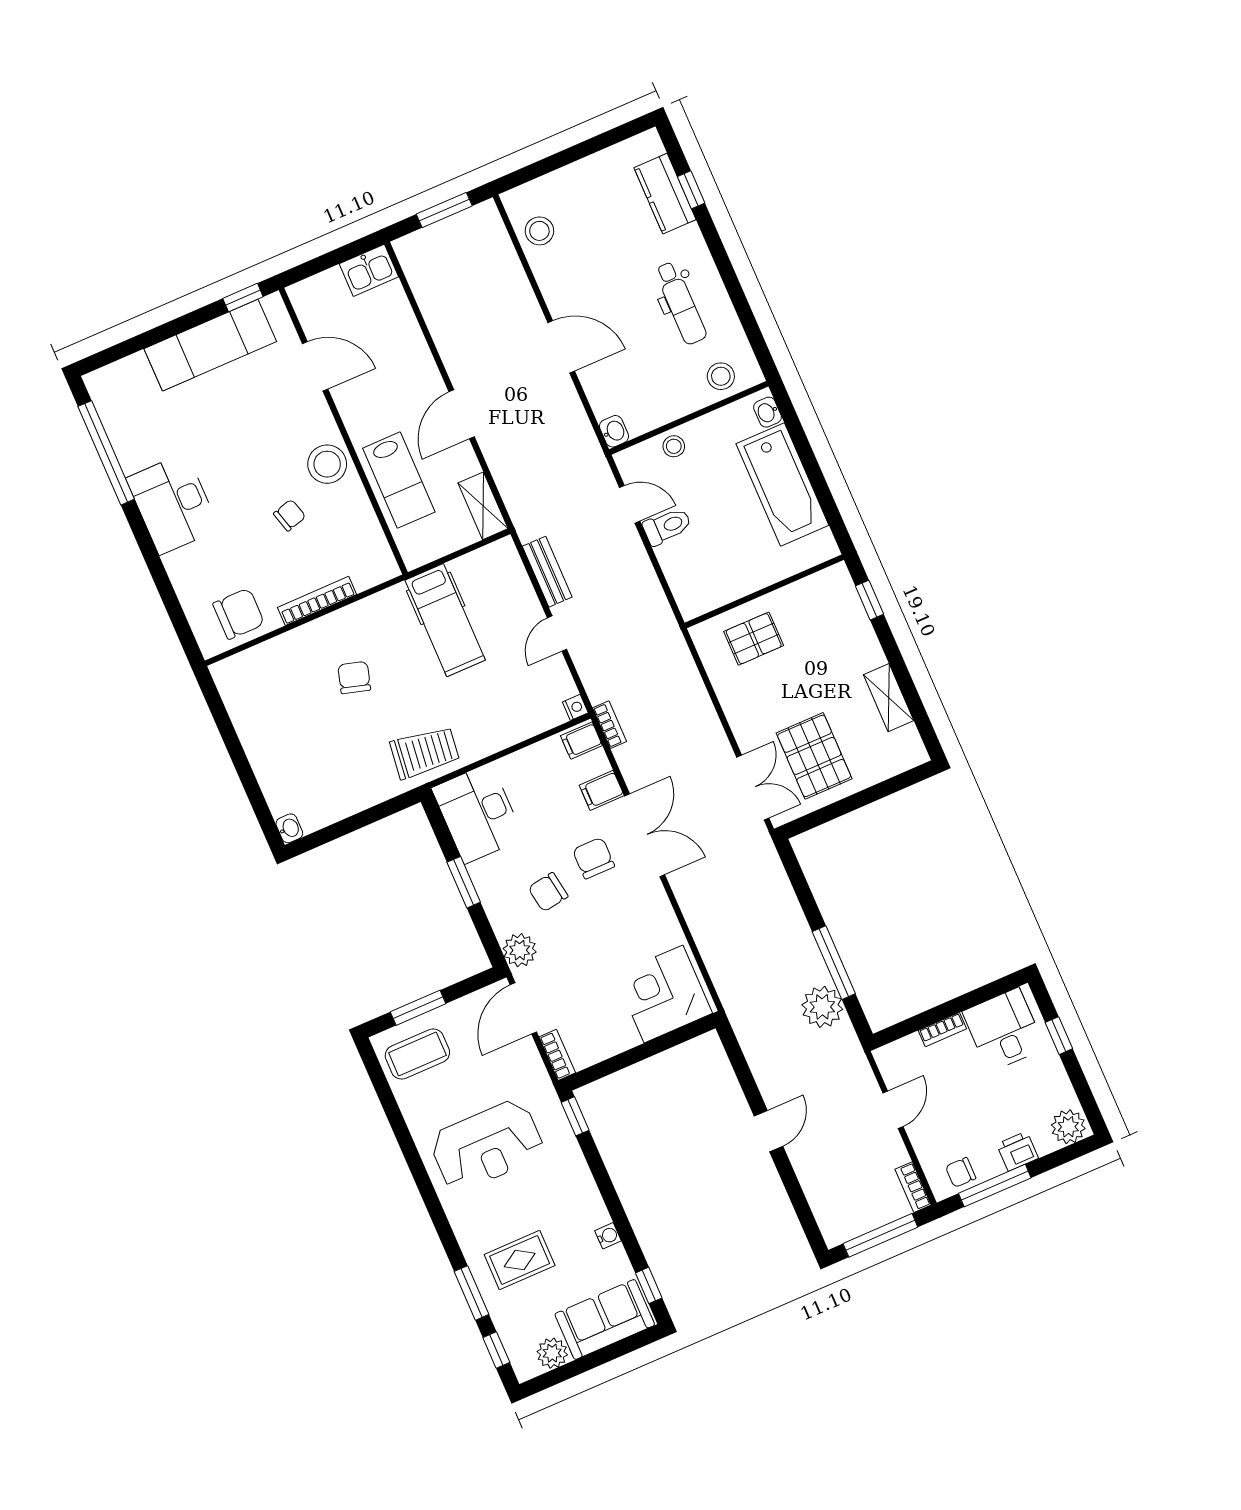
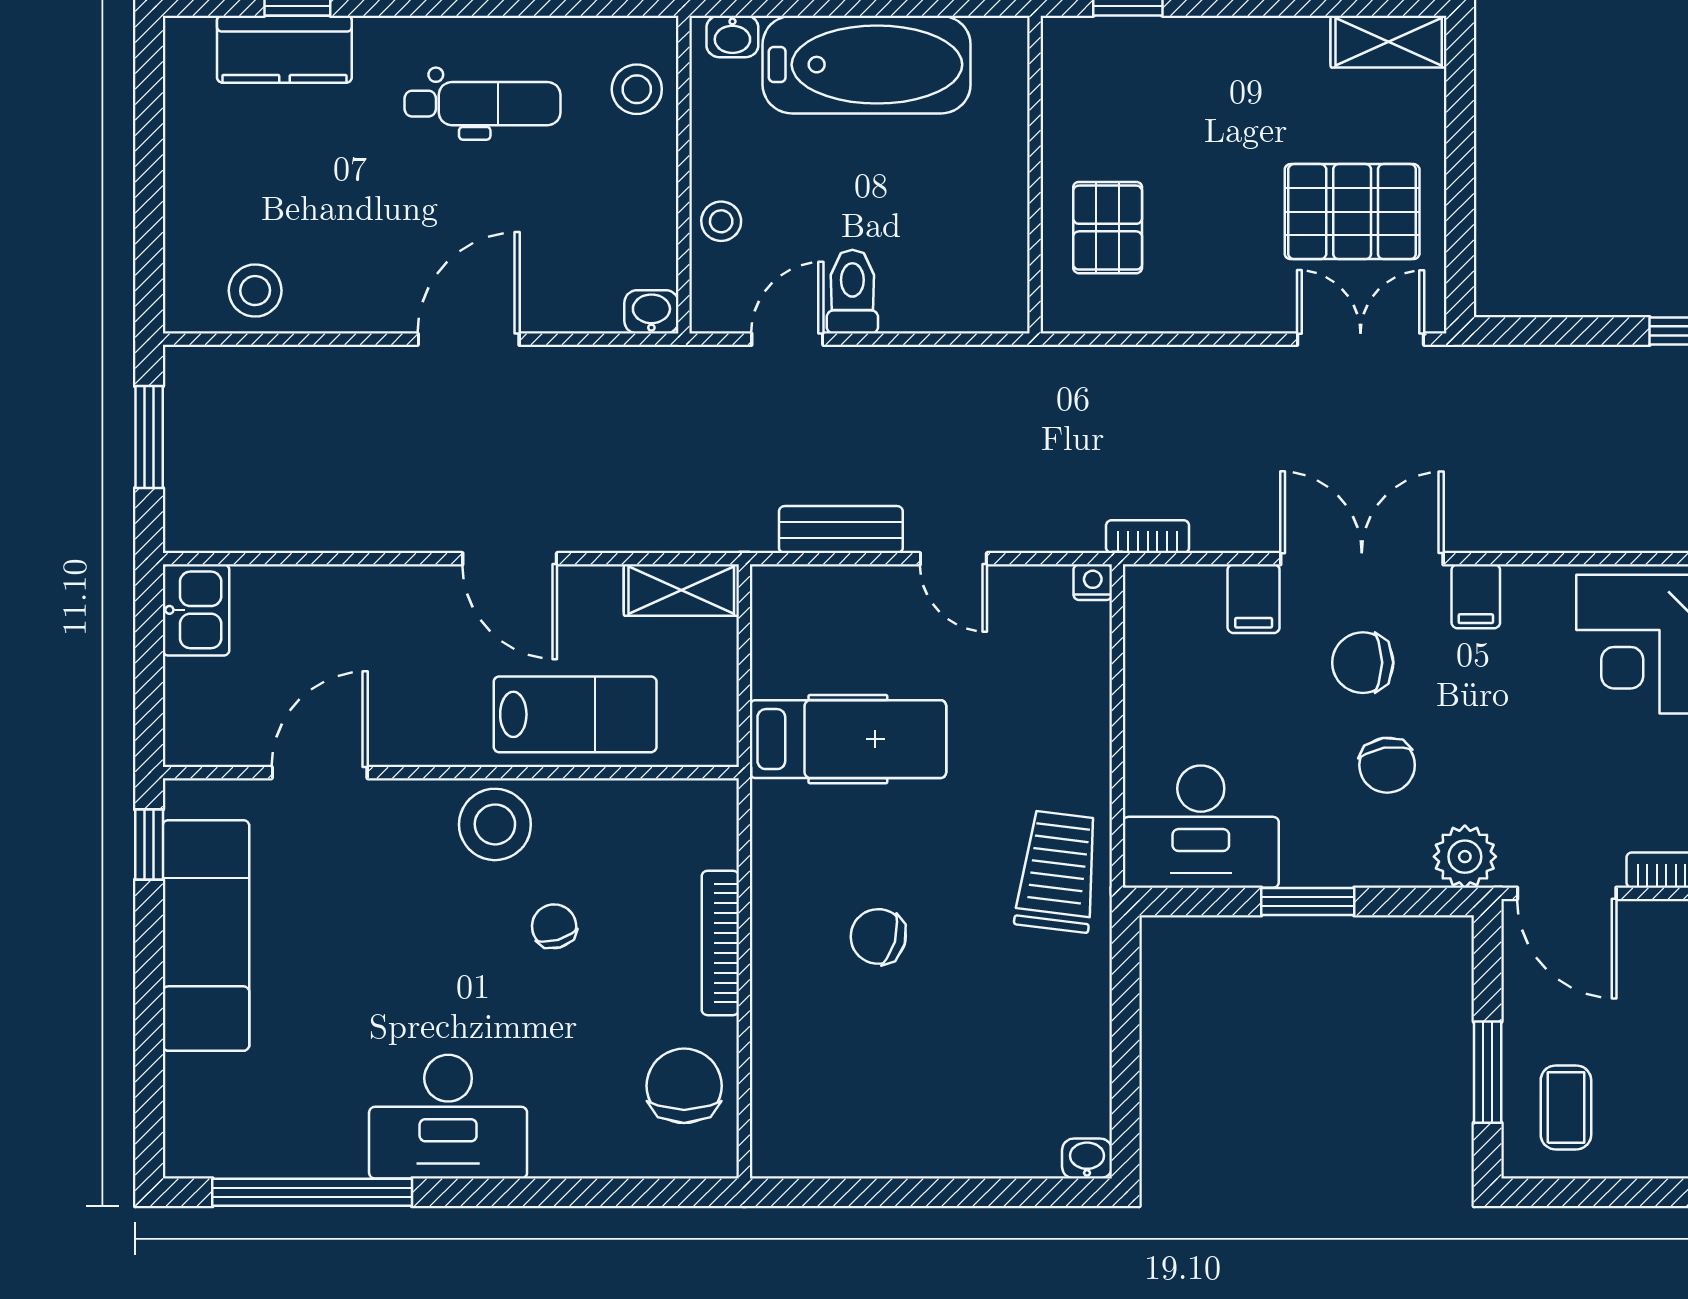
shelving: (889, 698) -> (1389, 42), moved
filing cabinet: (581, 741) -> (1476, 596), moved
coffee table: (417, 1054) -> (1566, 1107), width x0.73, depth x0.77

